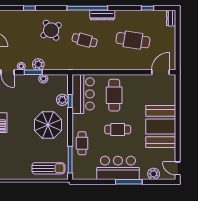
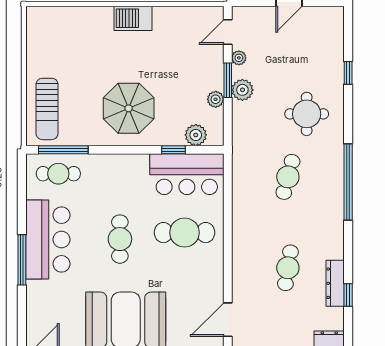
dresser: (102, 15) -> (335, 283), moved
round table: (51, 30) -> (307, 114), turned 34
cafe table: (133, 40) -> (288, 268), width x0.73, depth x0.74
door: (161, 72) -> (228, 320), swing flipped
plant: (62, 100) -> (196, 135), moved
cafe table: (82, 143) -> (58, 174), moved
plant: (154, 174) -> (37, 307), removed

